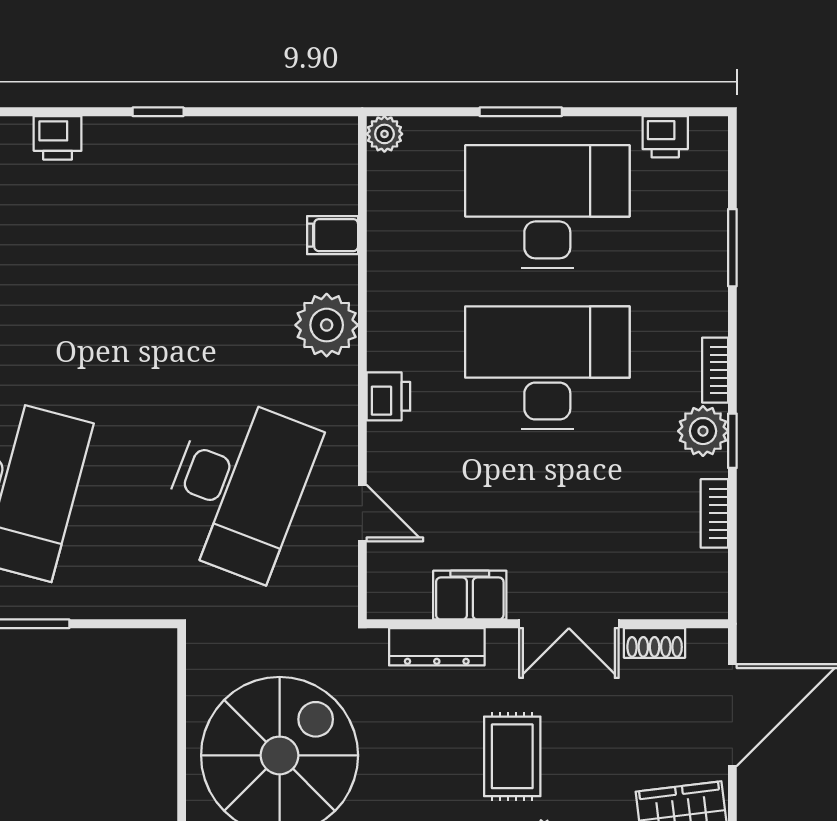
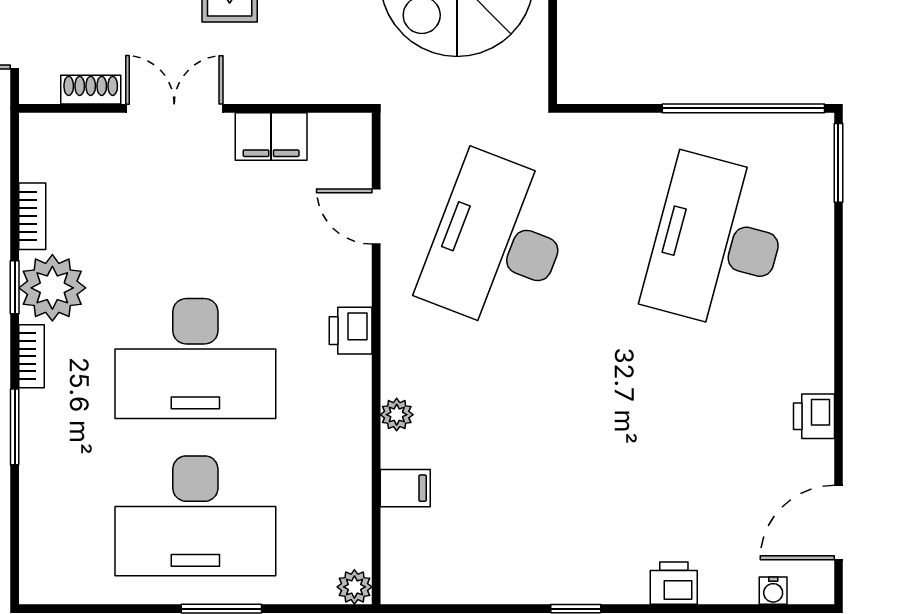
printer: (665, 137) -> (80, 584), removed
window: (732, 248) -> (15, 427), moved
plant: (327, 325) -> (397, 415), width x0.53, depth x0.53
plant: (703, 431) -> (52, 288), width x1.36, depth x1.36
dresser: (437, 647) -> (303, 86), removed

